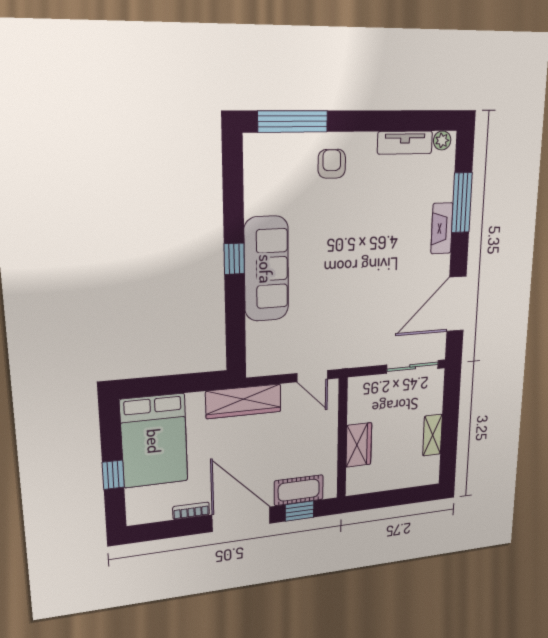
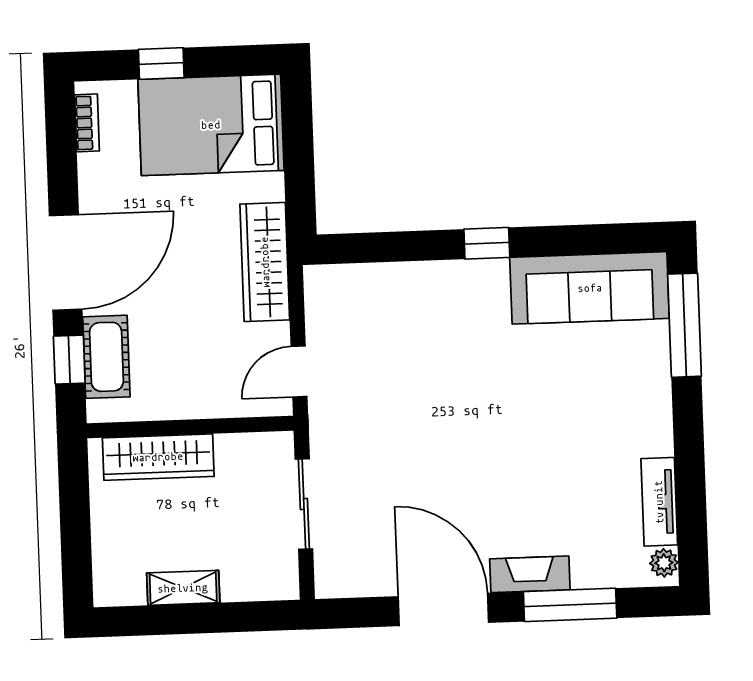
armchair: (332, 164) -> (626, 387), removed
sofa: (266, 269) -> (590, 288), moved
door: (456, 304) -> (443, 610), moved
sliding door: (413, 367) -> (304, 504), moved
wardrobe: (359, 445) -> (158, 457), width x1.50
bookcase: (191, 511) -> (87, 123), moved

